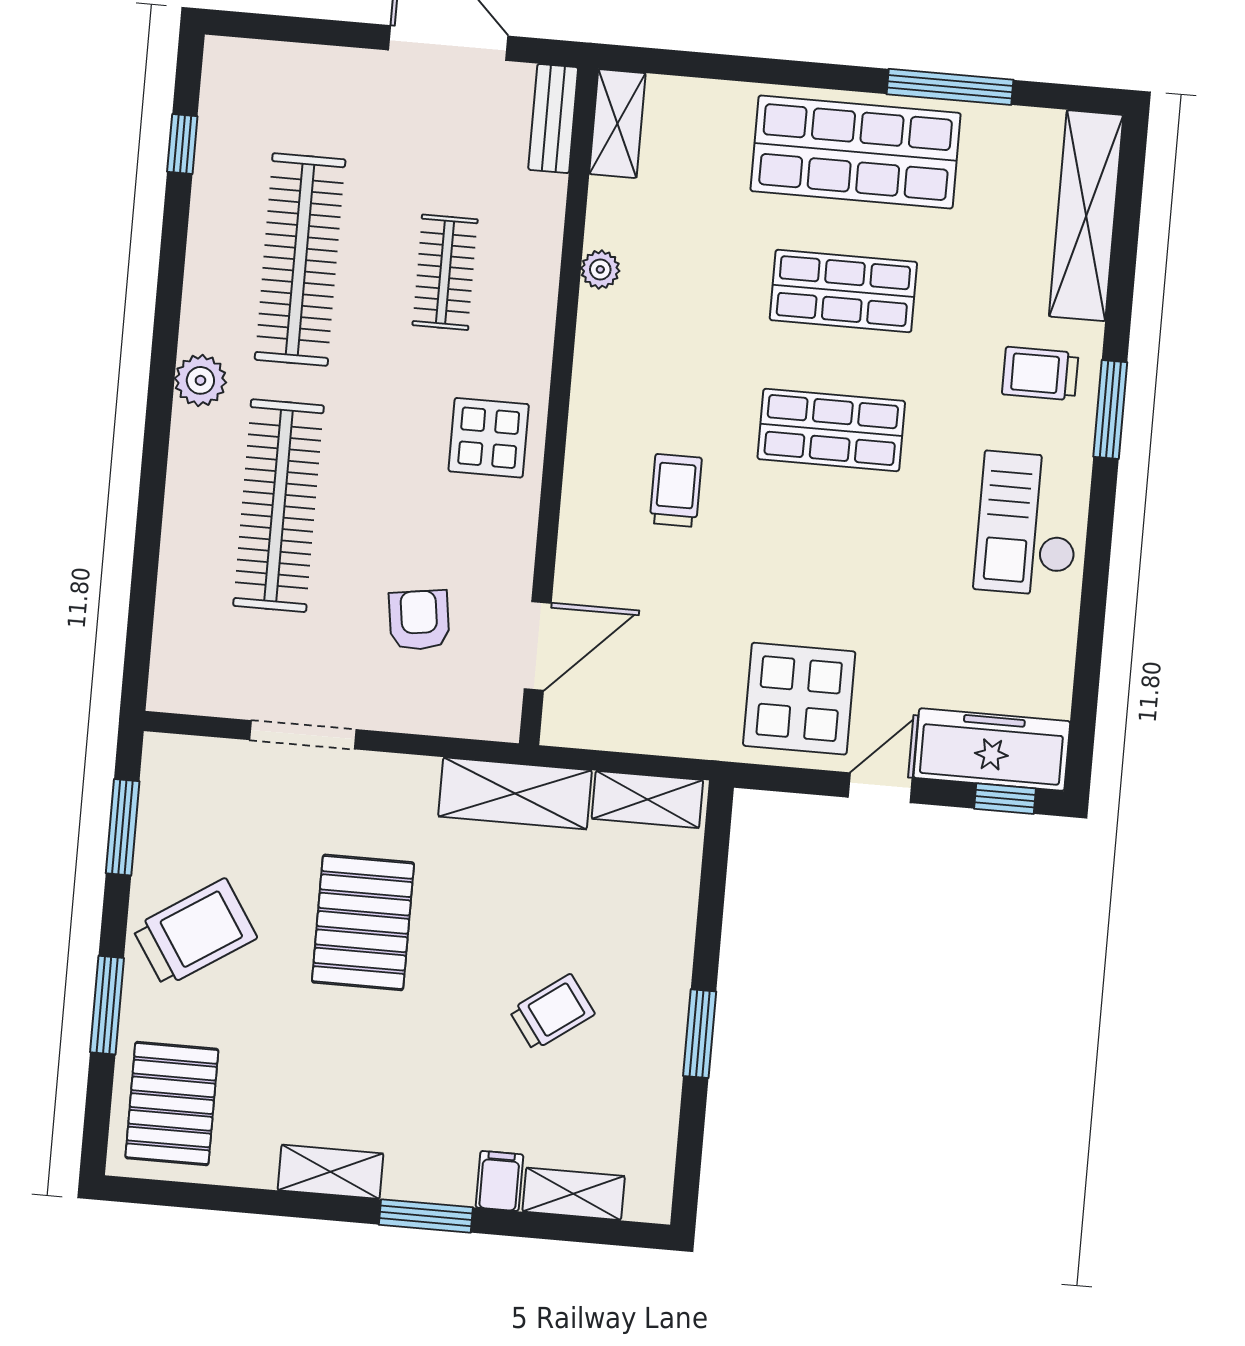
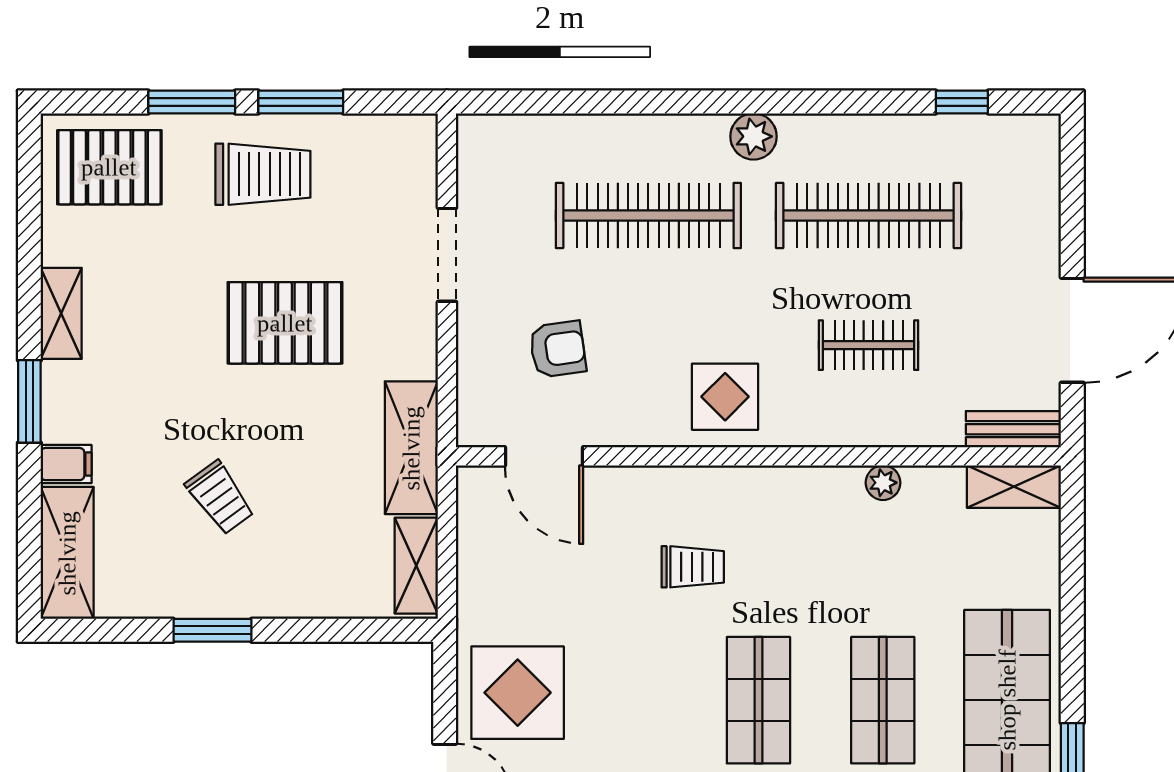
window: (123, 827) -> (301, 102), moved
trolley: (195, 933) -> (263, 174), turned -57
shelving: (574, 1194) -> (67, 553), width x1.50, depth x1.33

